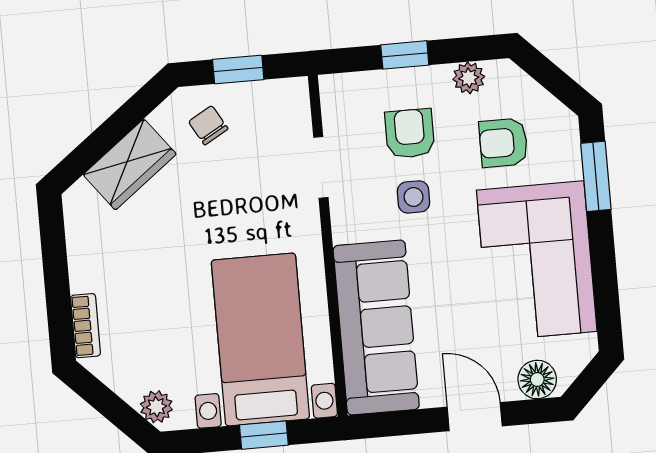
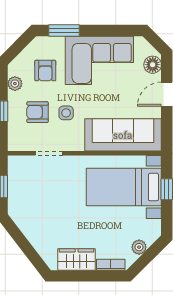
chair: (208, 125) -> (26, 202), removed
wardrobe: (130, 164) -> (77, 260), moved, turned -52
plant: (156, 407) -> (139, 247), moved

